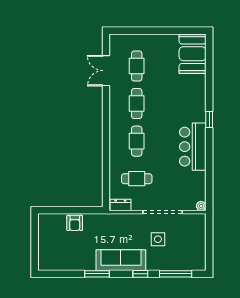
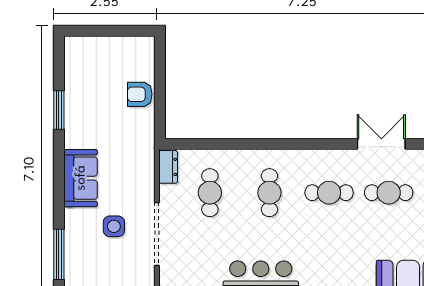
cafe table: (137, 141) -> (269, 193), turned 90
sofa: (121, 260) -> (81, 178), width x0.73
window: (97, 274) -> (59, 110), moved
window: (140, 274) -> (59, 198), removed

